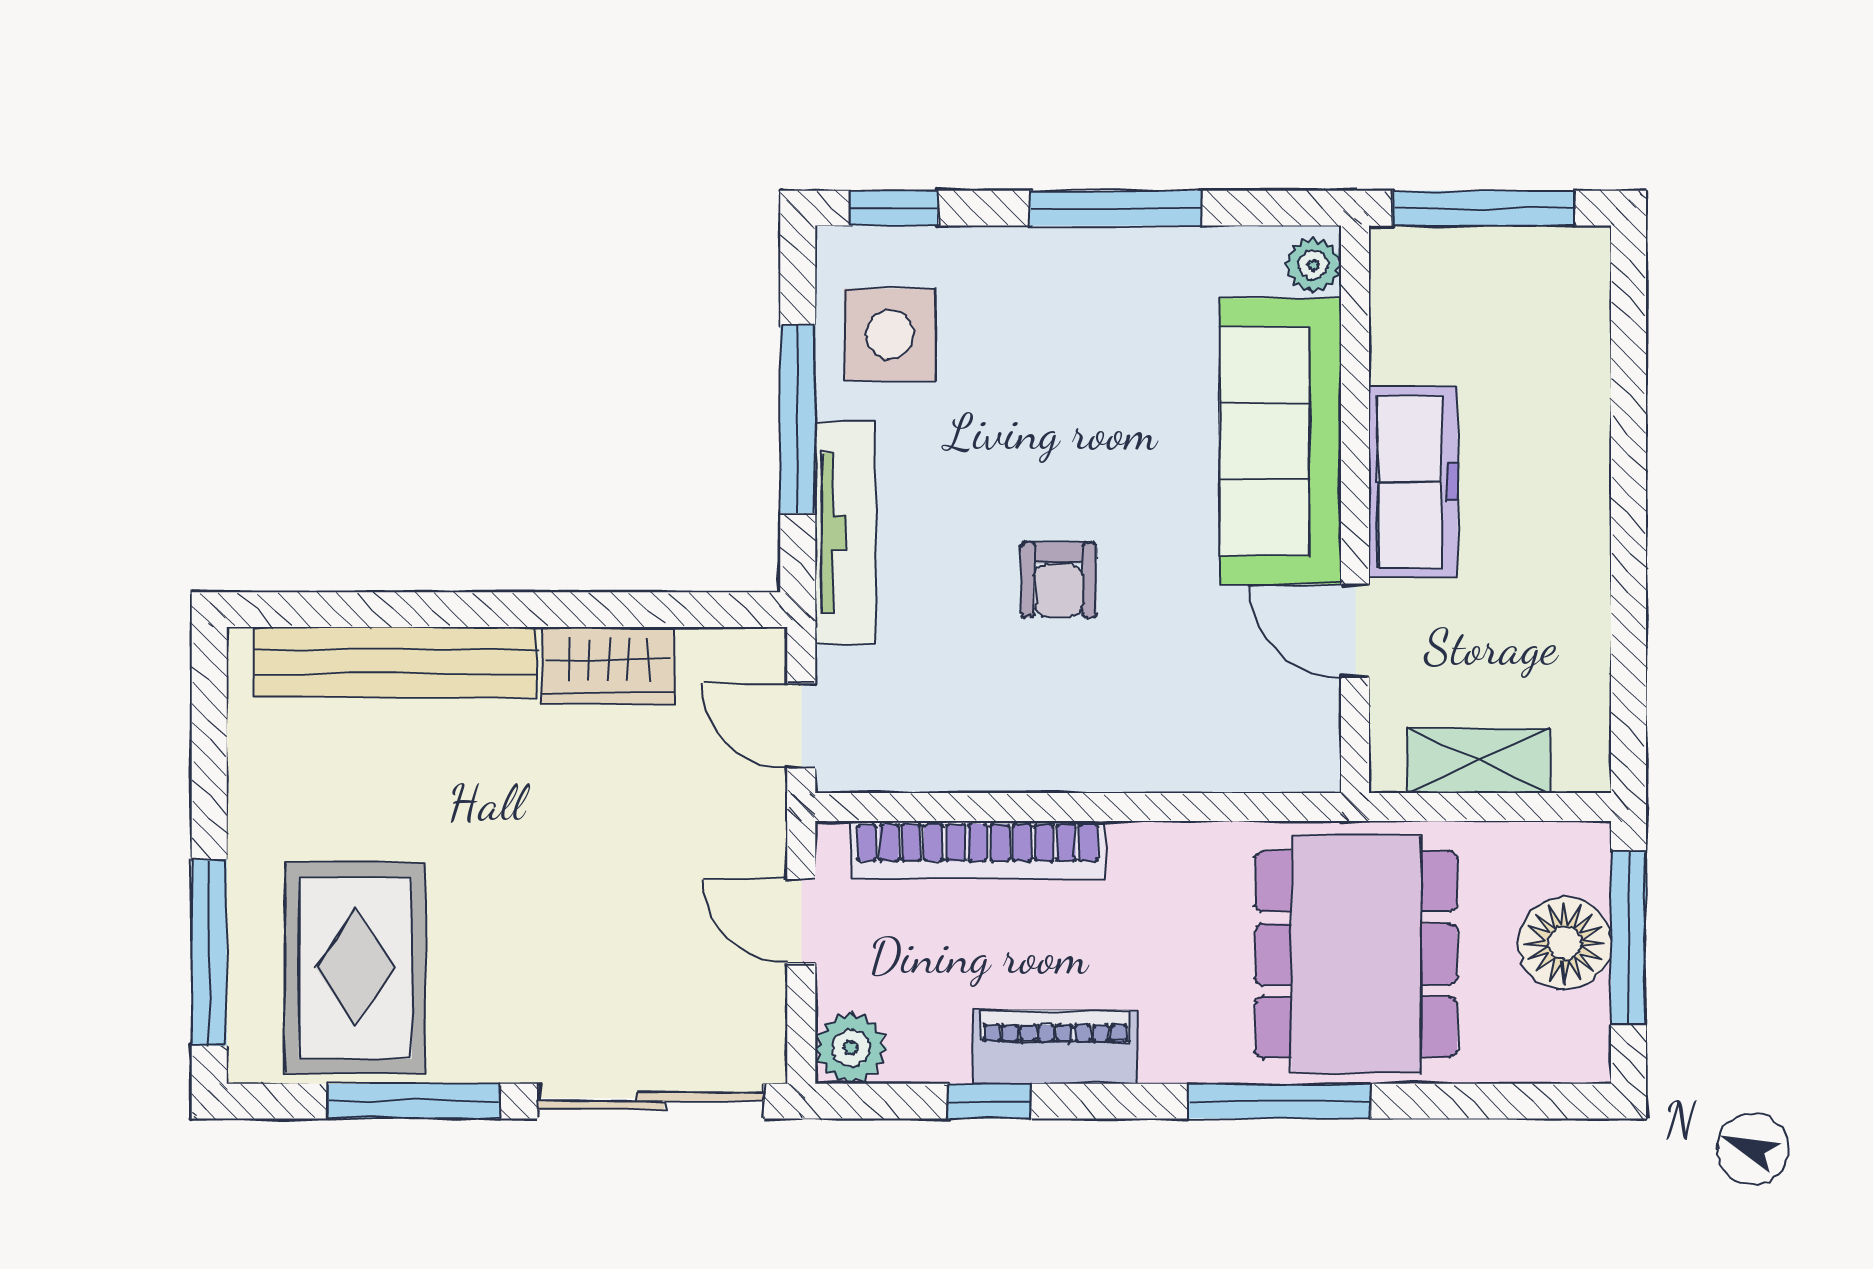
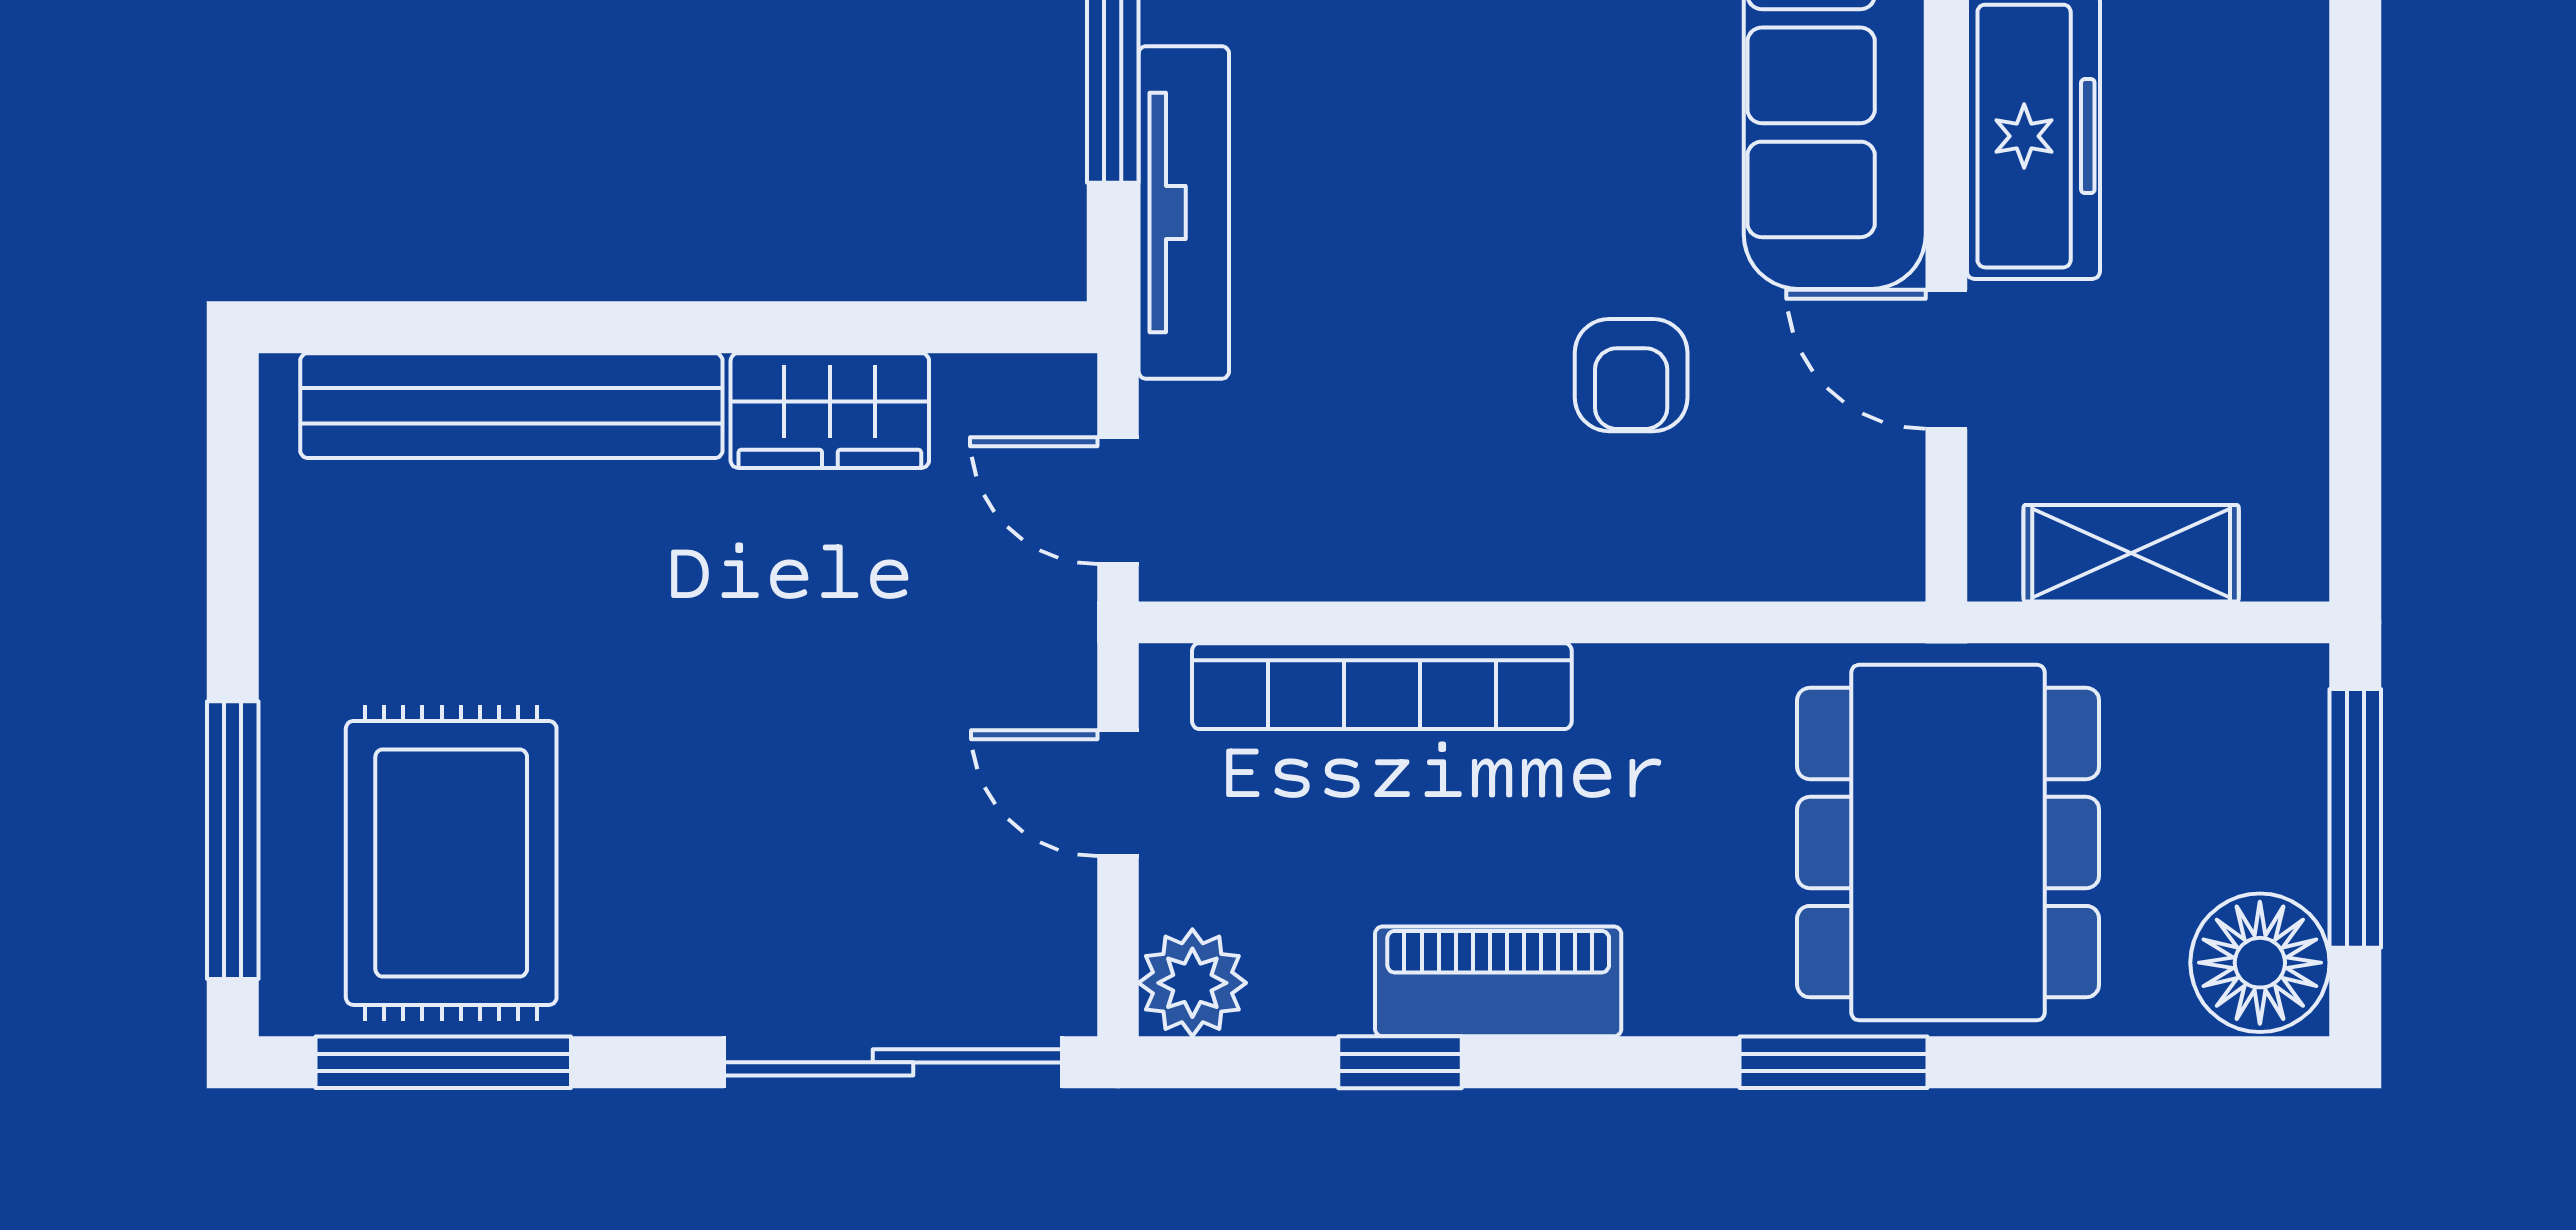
armchair: (1059, 580) -> (1631, 375), moved
floor lamp: (1565, 943) -> (2260, 963), moved
window: (414, 1101) -> (443, 1062), moved
window: (1280, 1101) -> (1834, 1062), width x0.69

